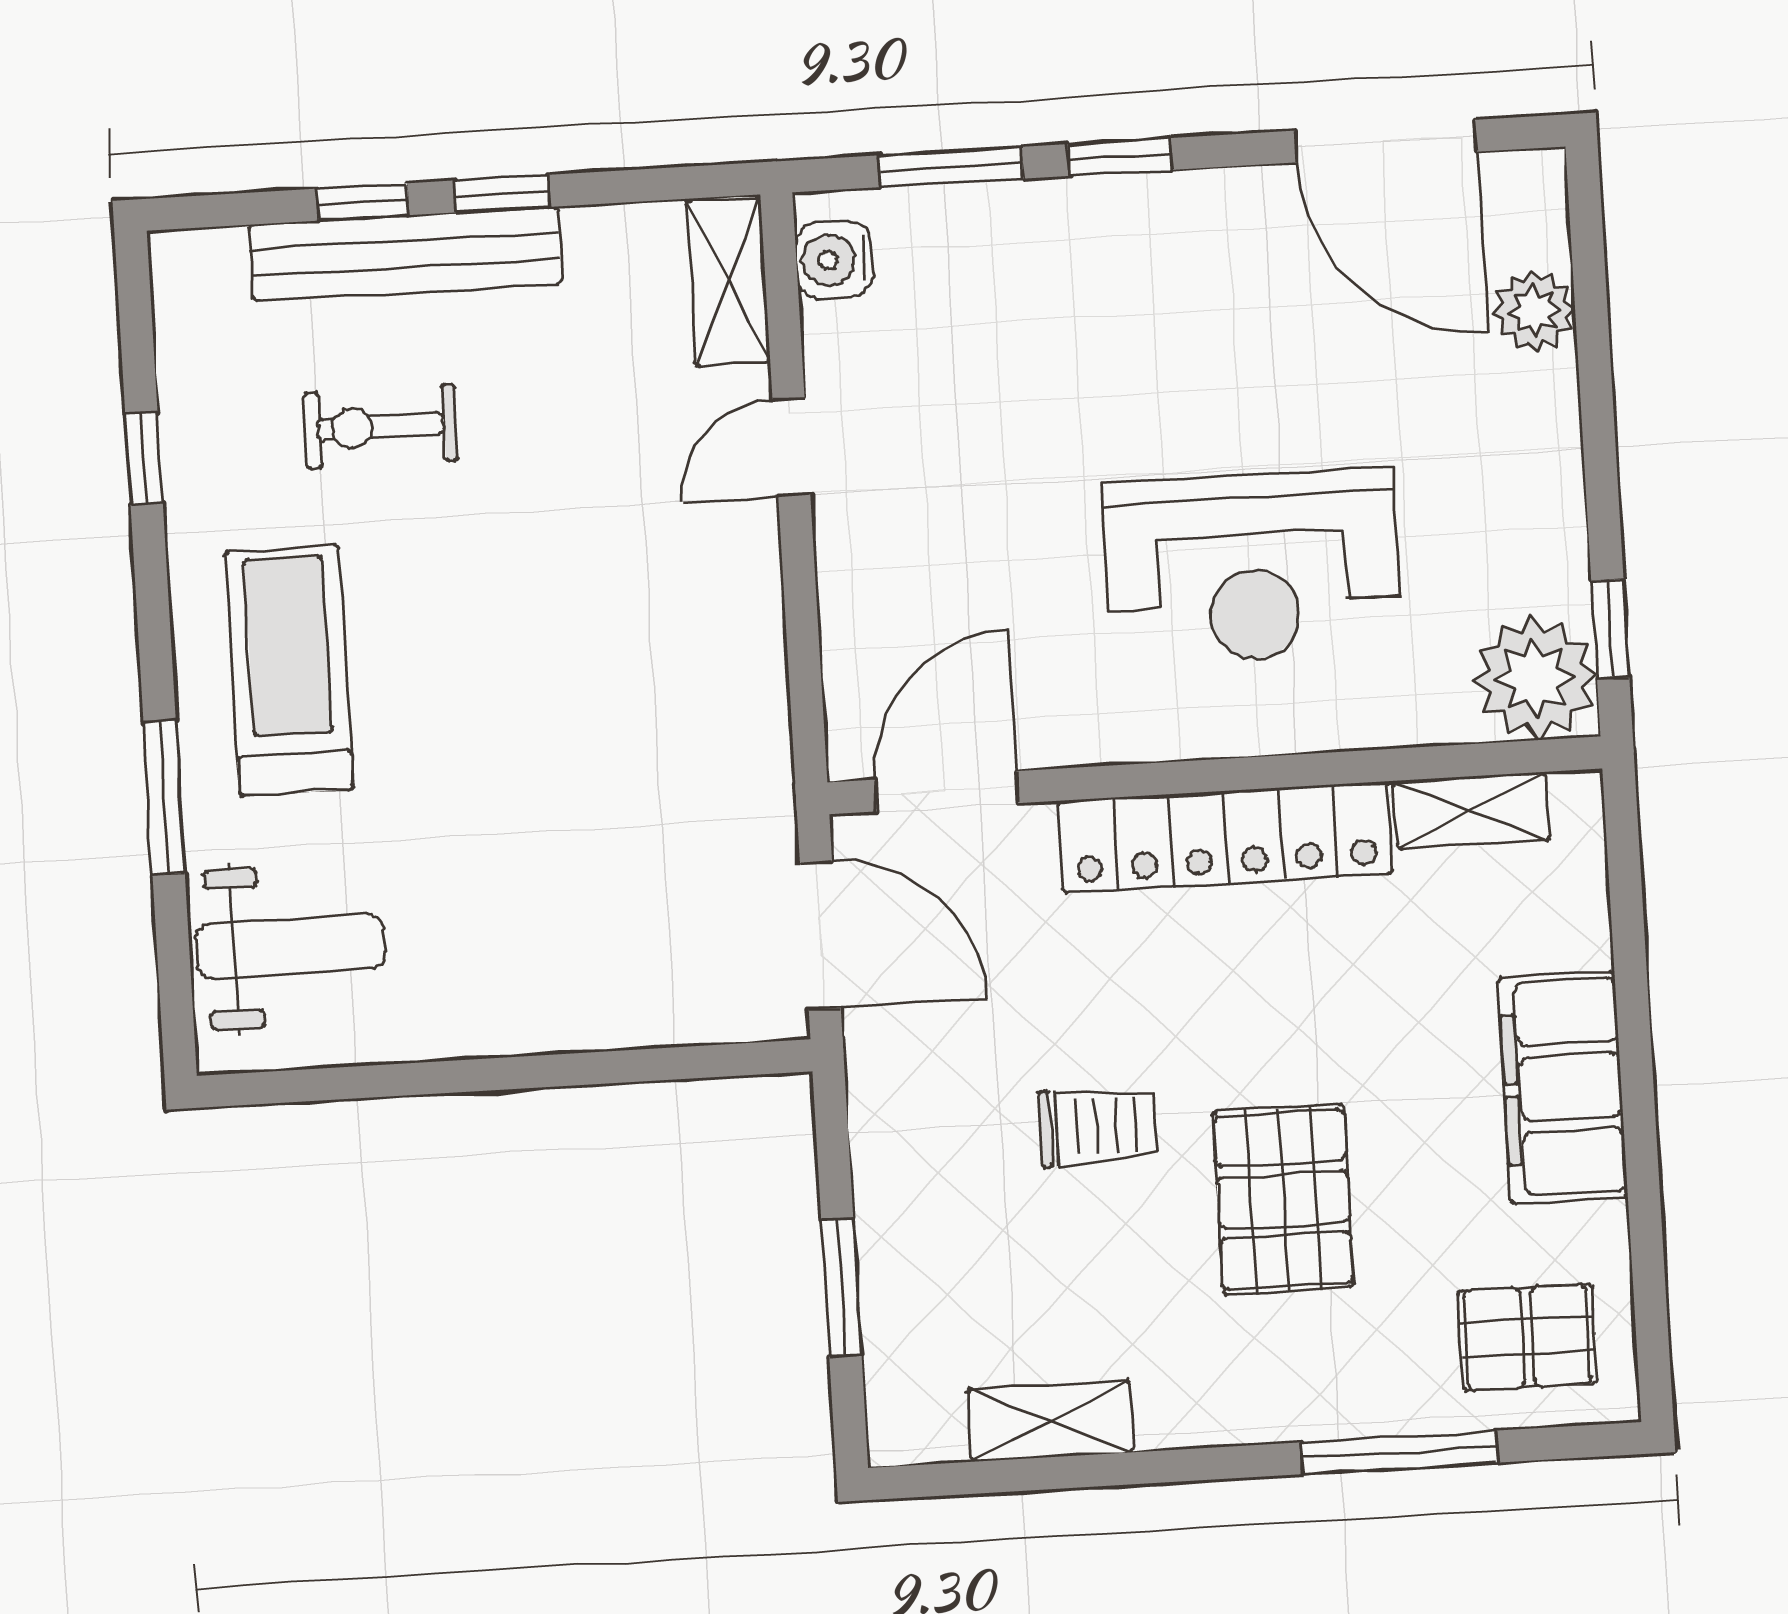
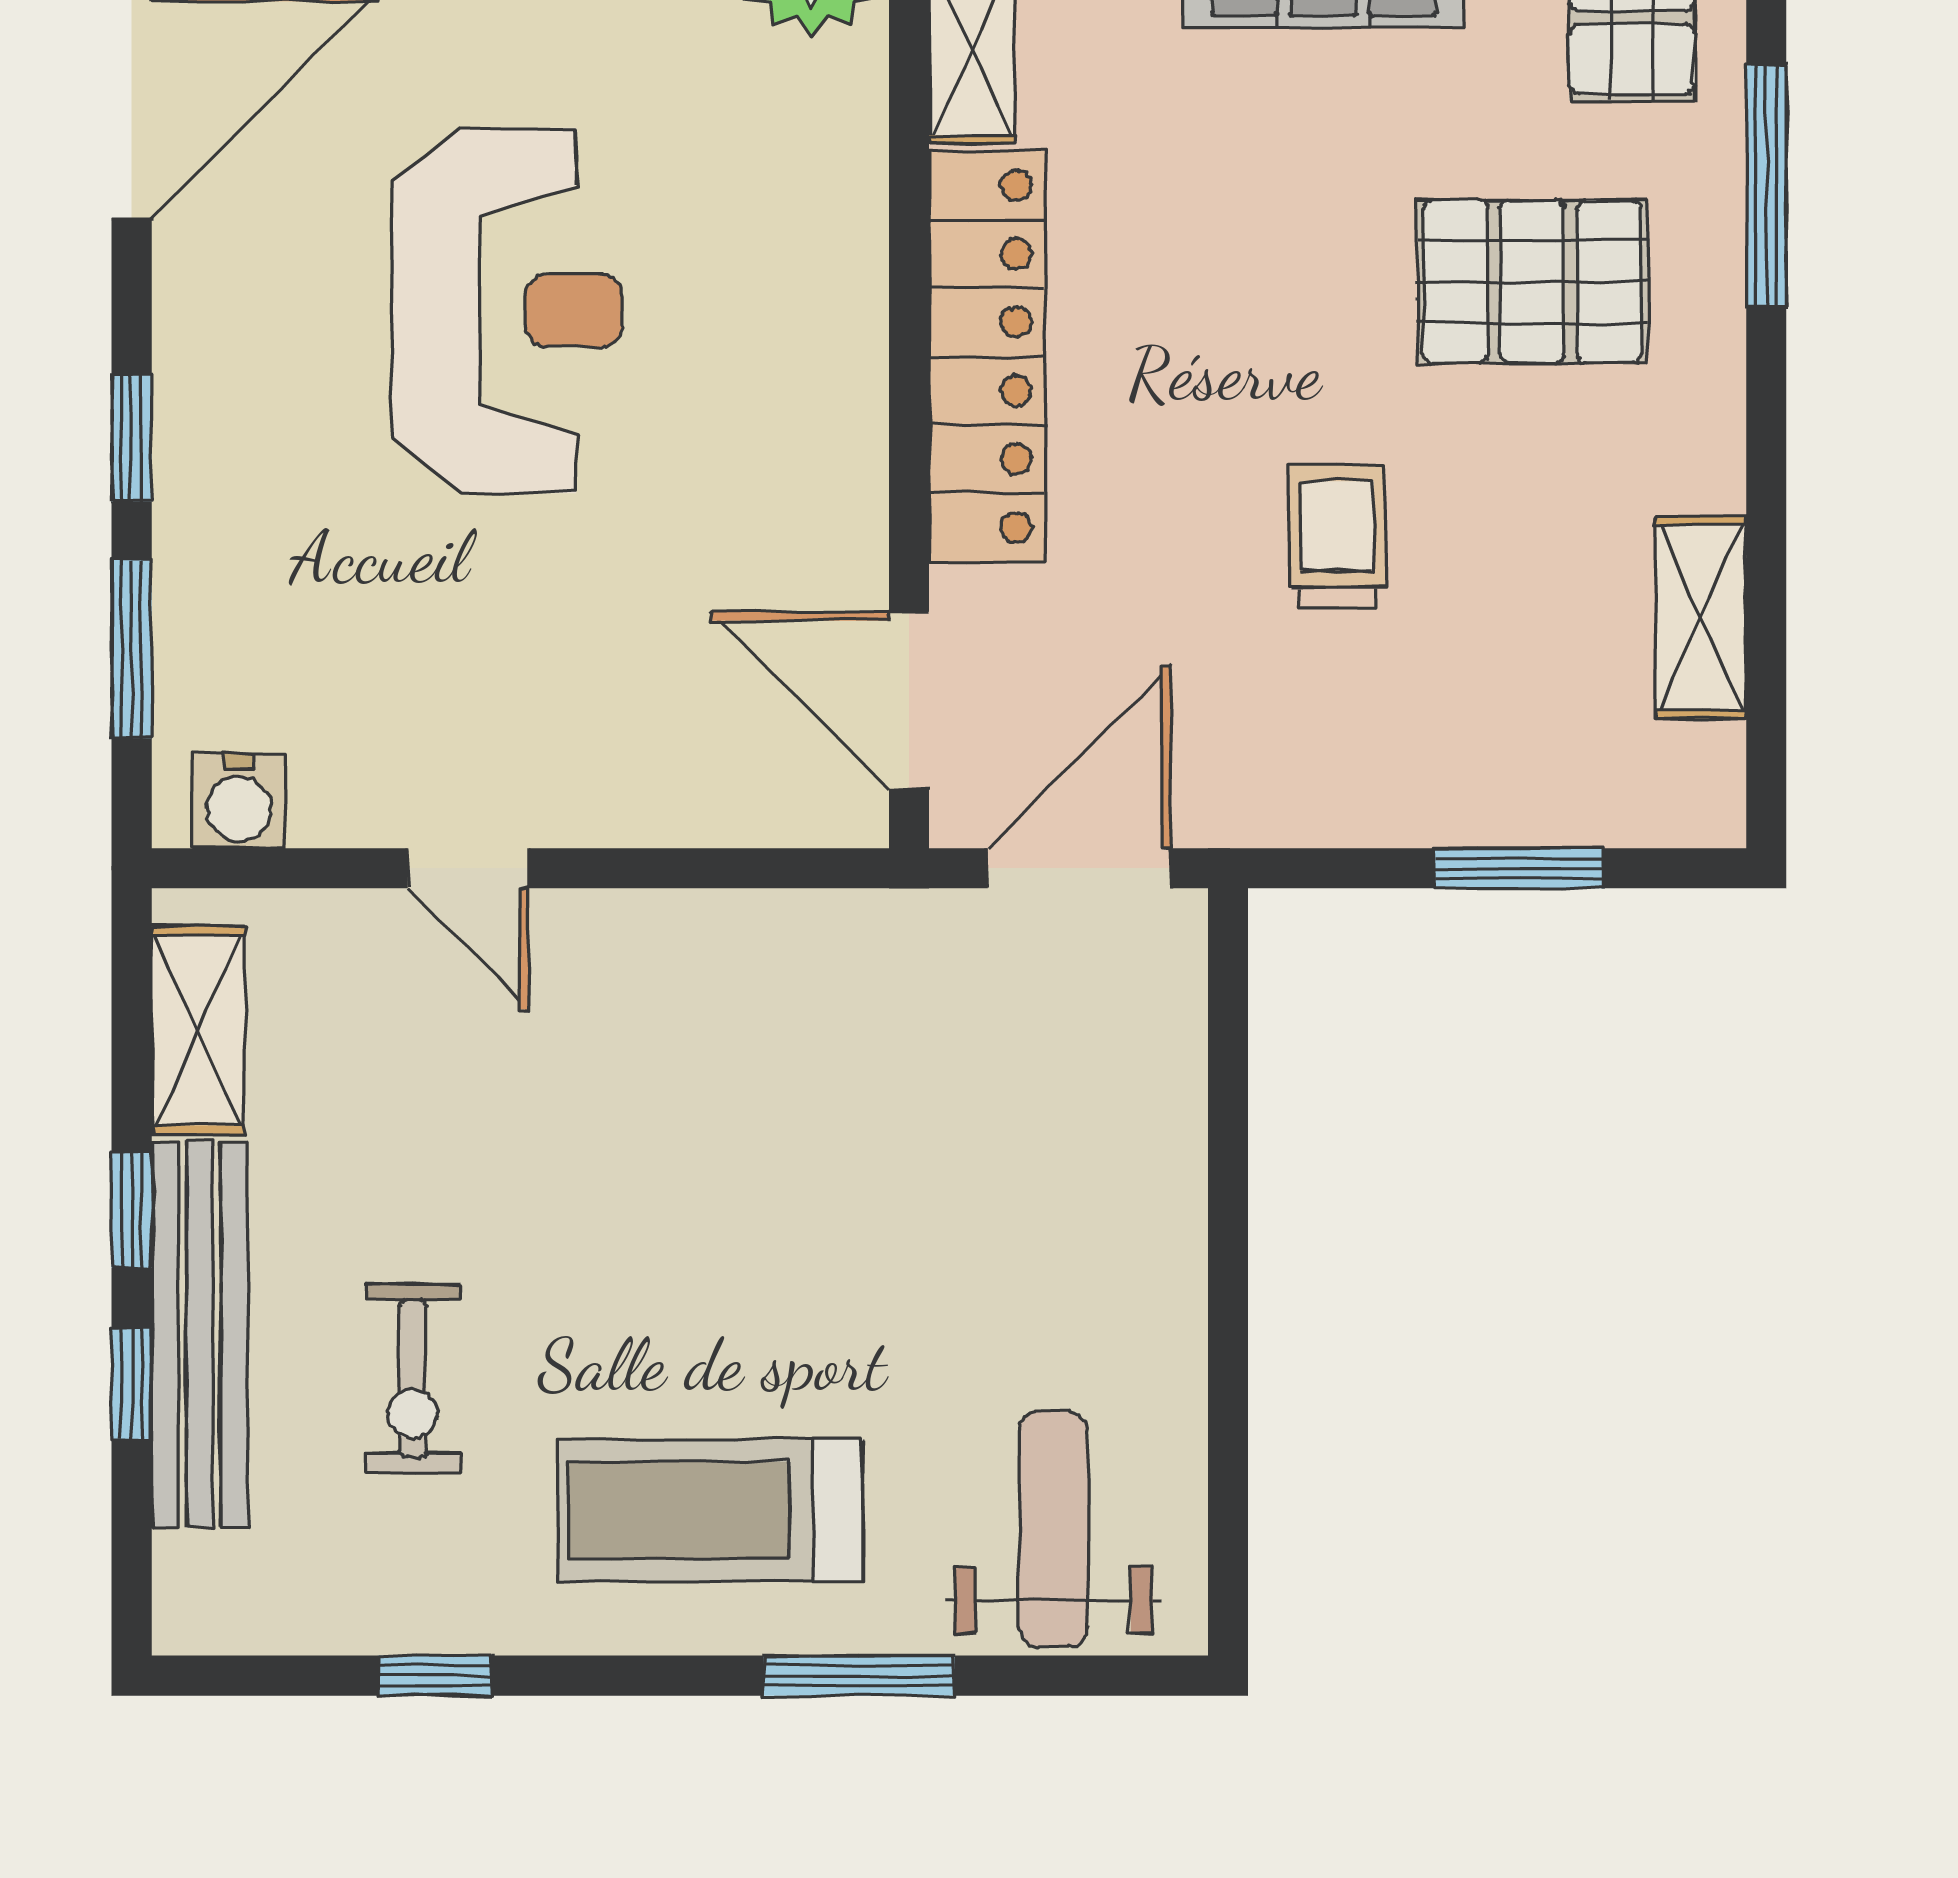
shelving: (728, 281) -> (198, 1030), moved, turned 90
reception desk: (1252, 567) -> (507, 310), moved
pallet: (1283, 1199) -> (1532, 282), moved

